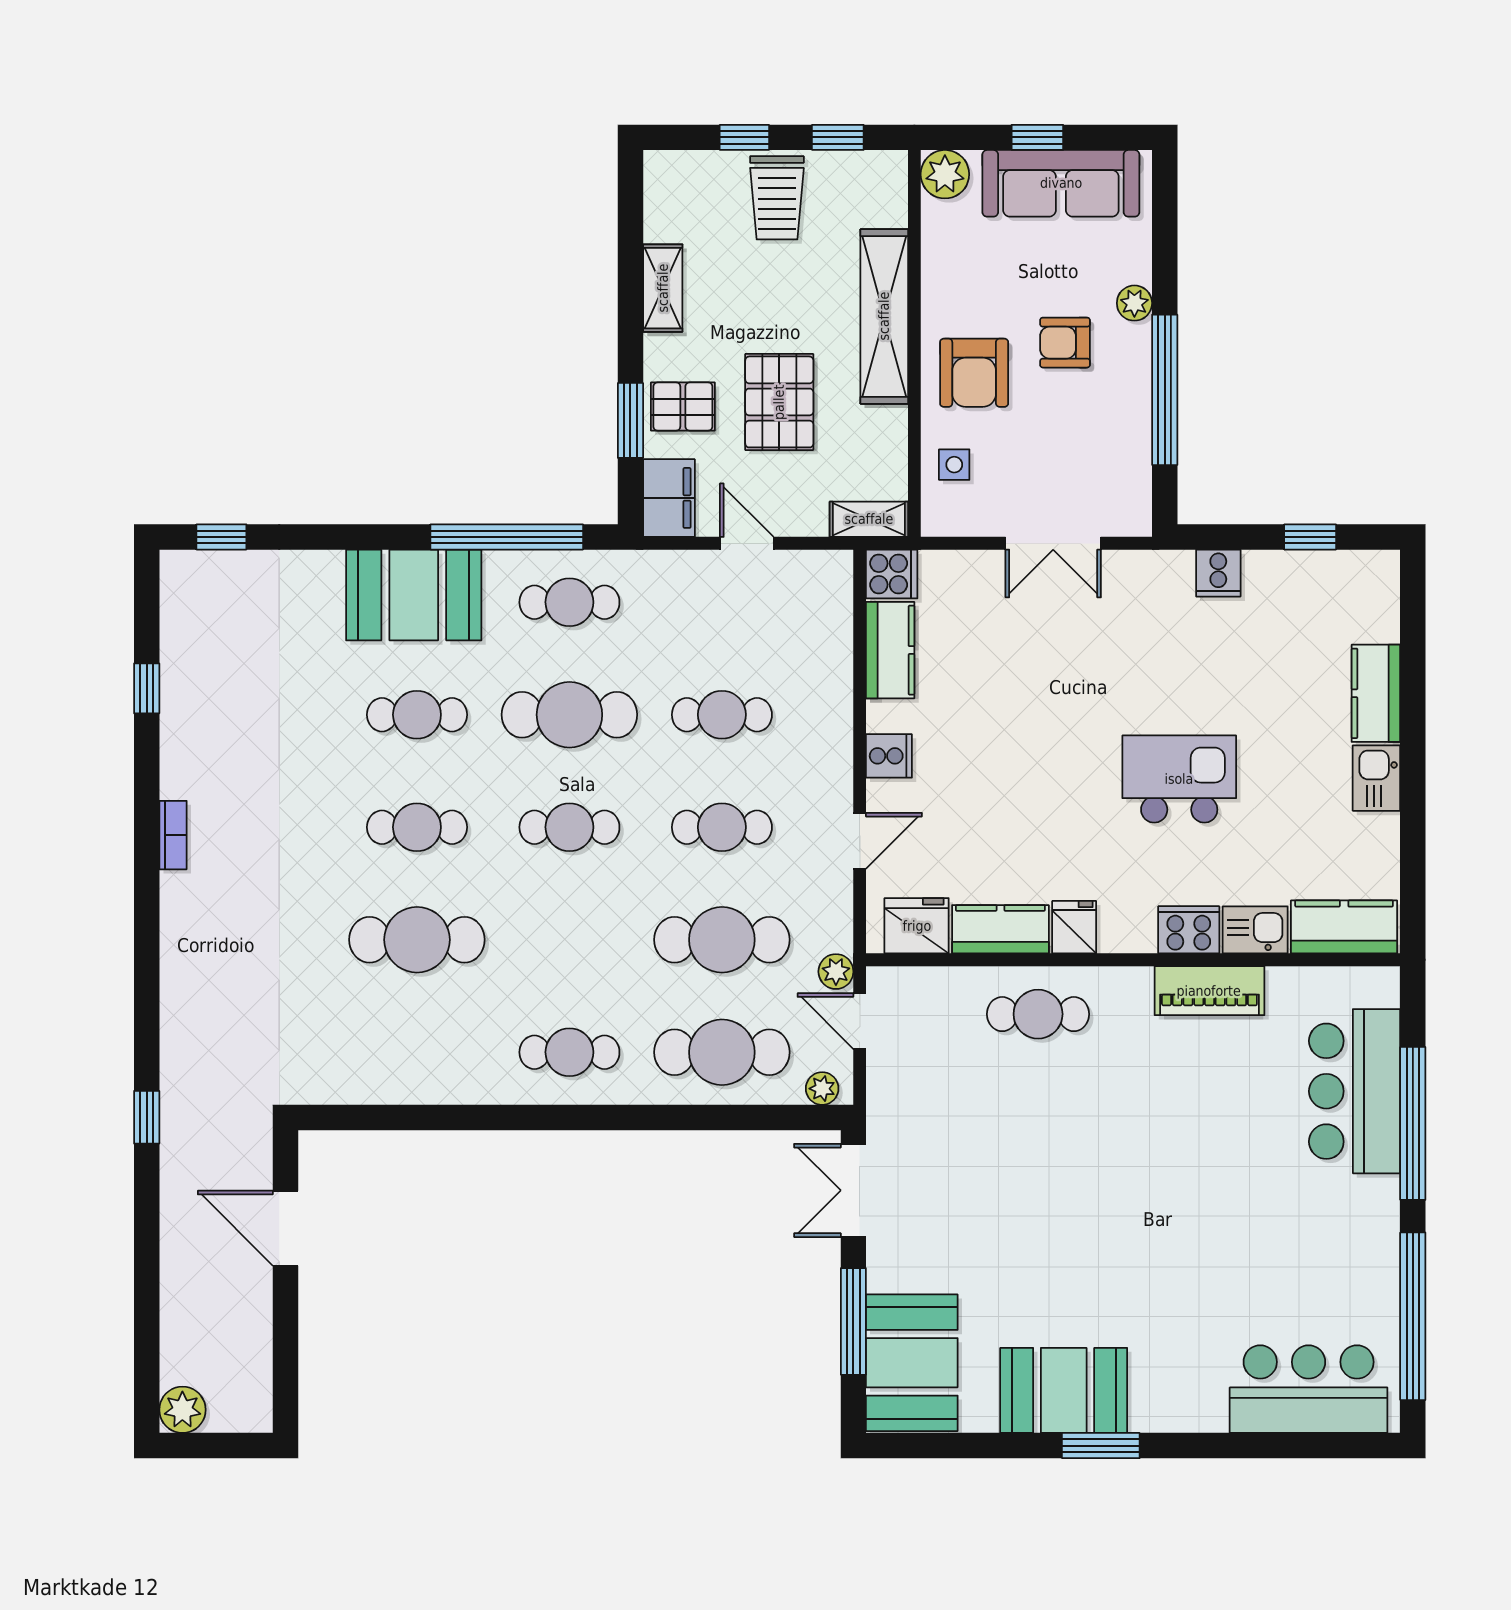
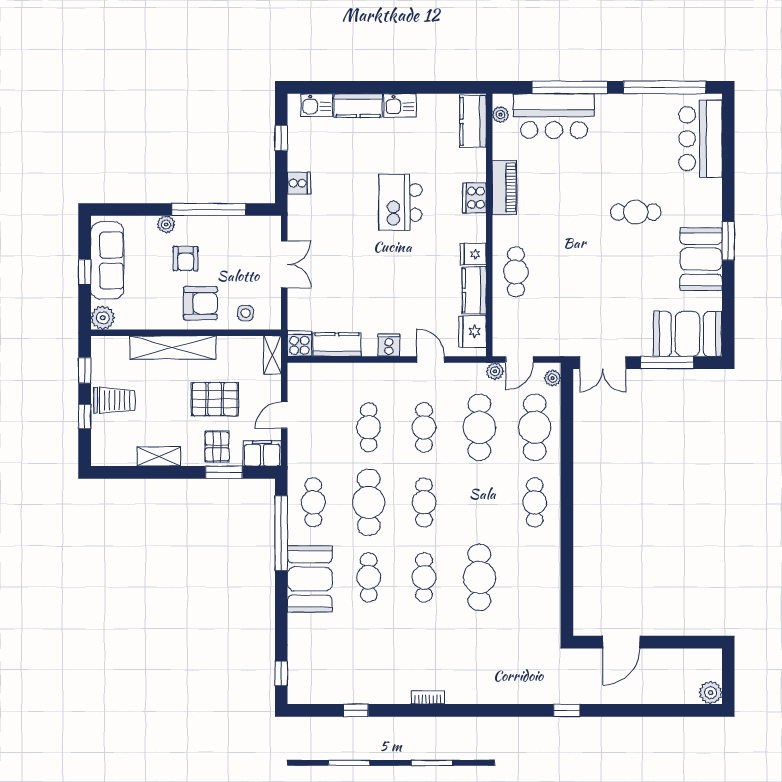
kitchen sink: (1255, 930) -> (317, 105), moved, turned -90
plant: (1358, 983) -> (500, 115), added
cafe table: (1160, 1258) -> (636, 212), added

